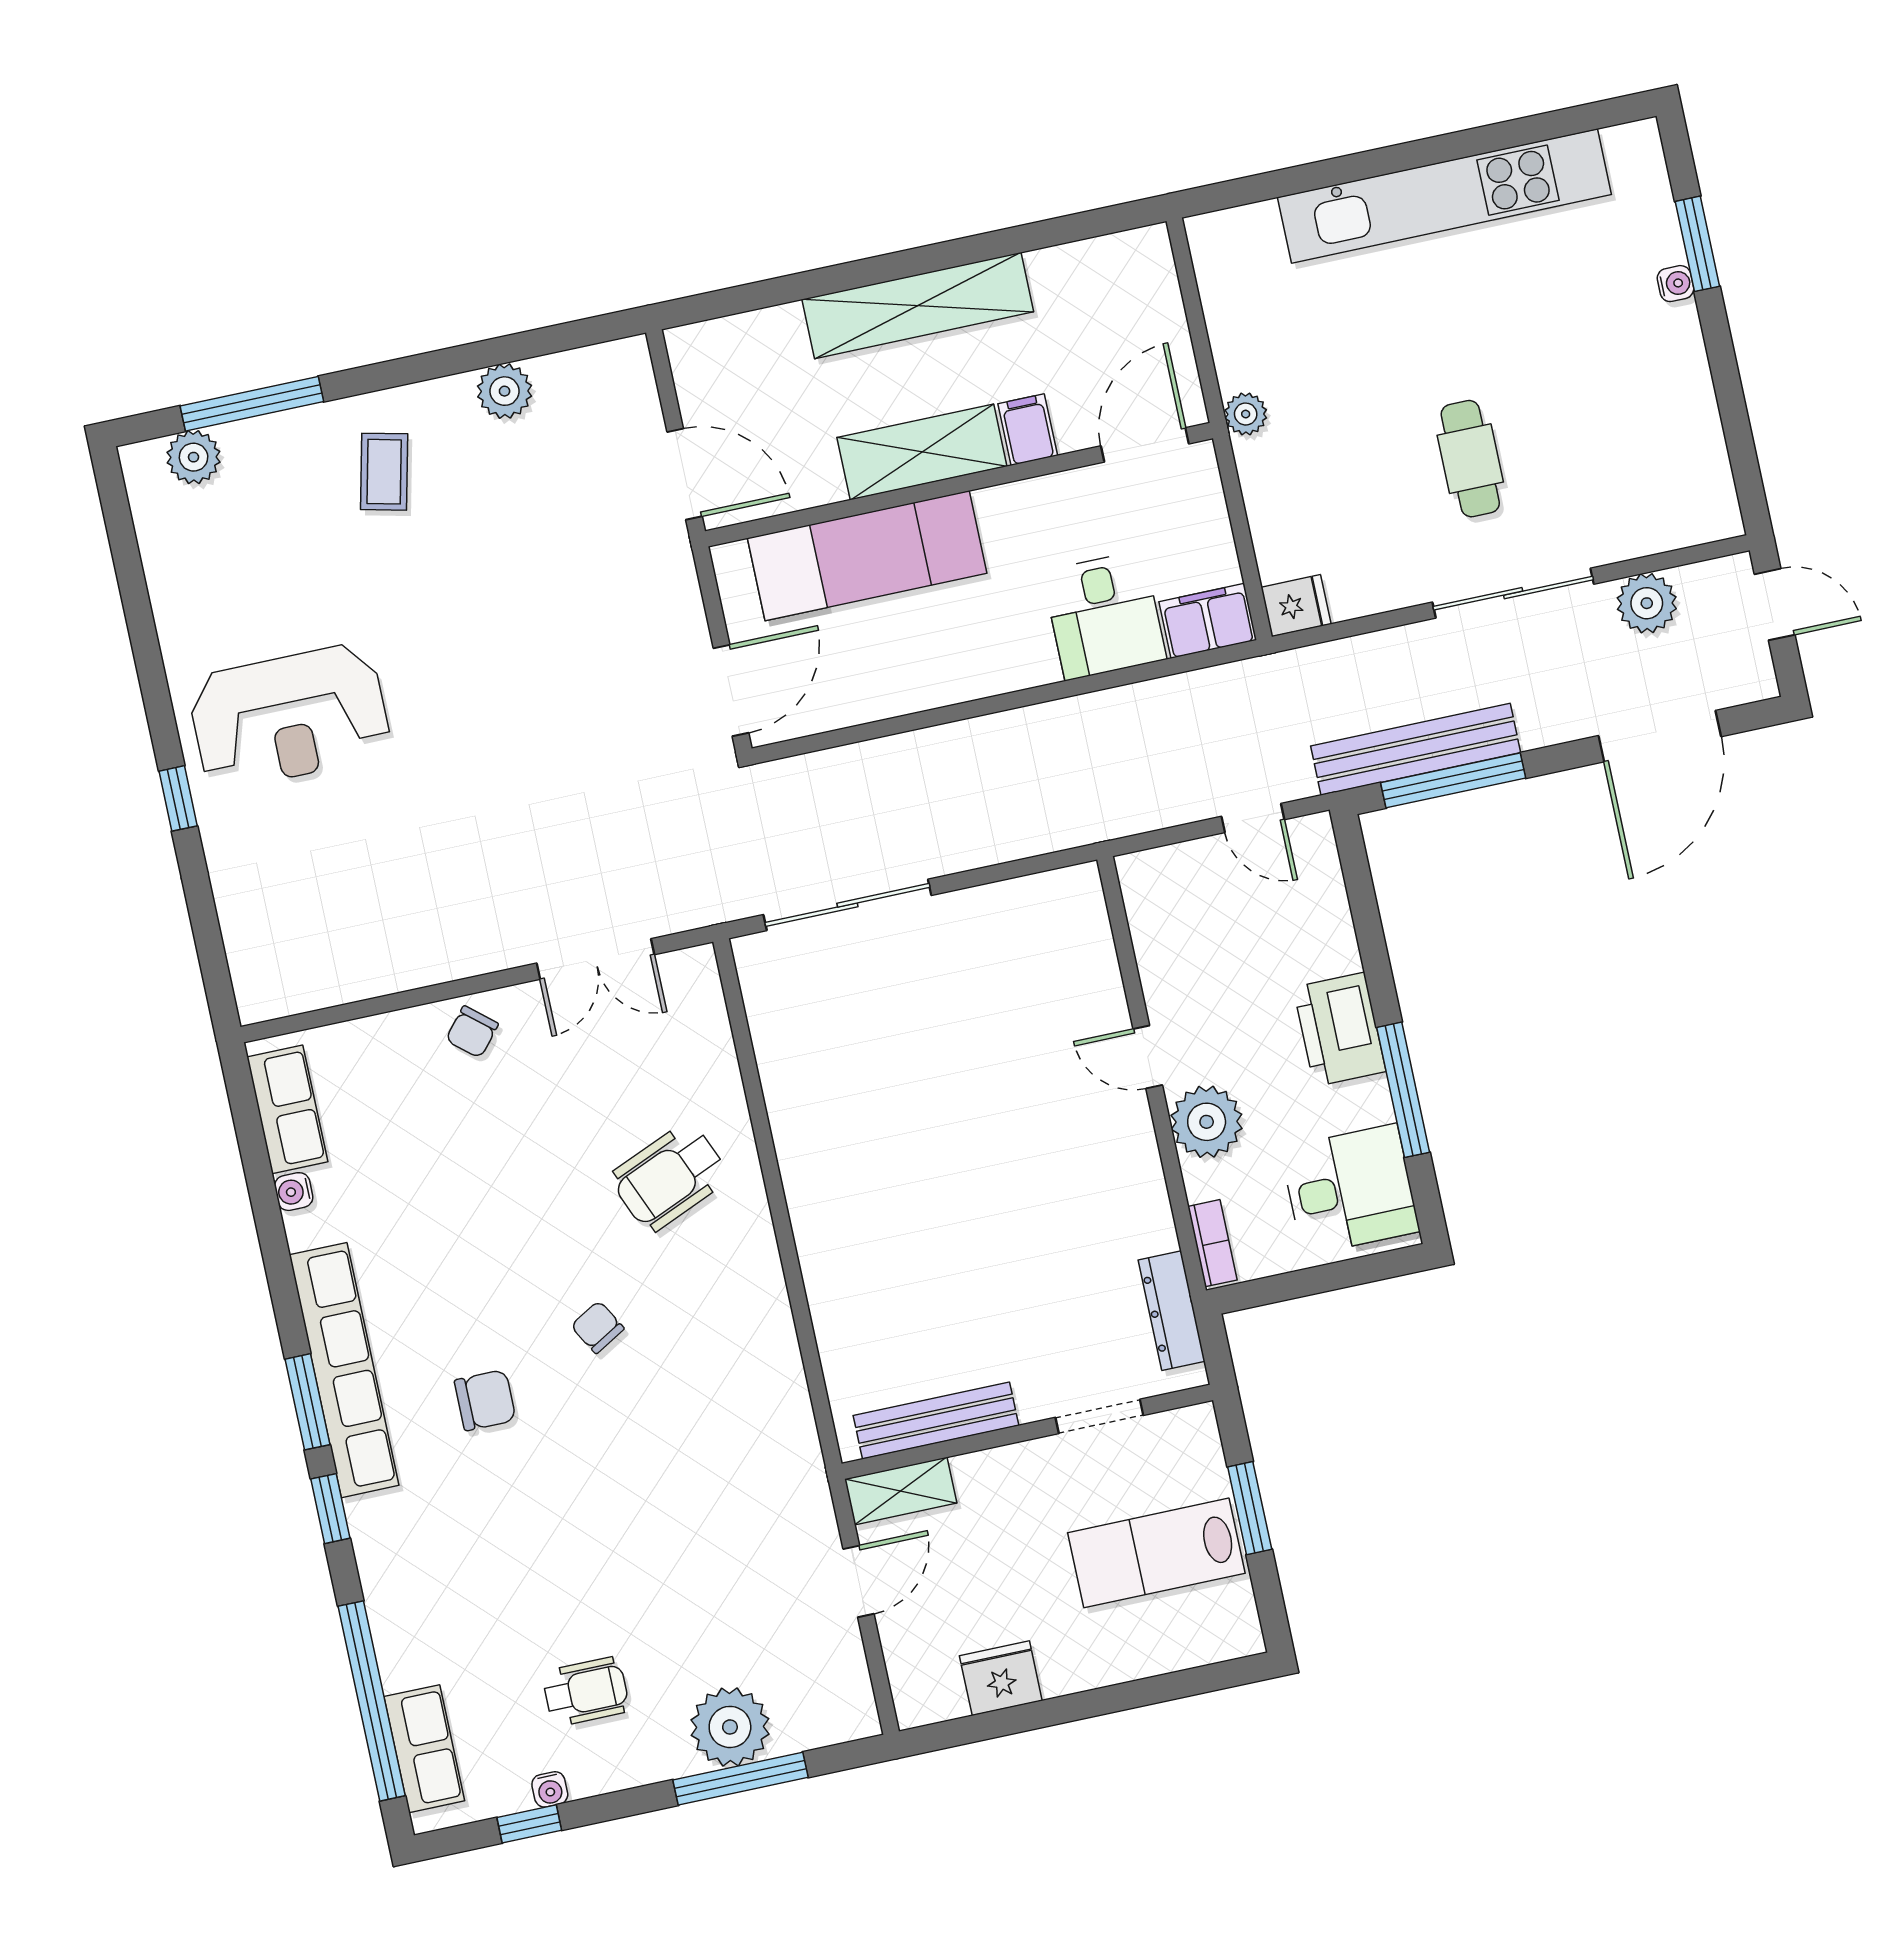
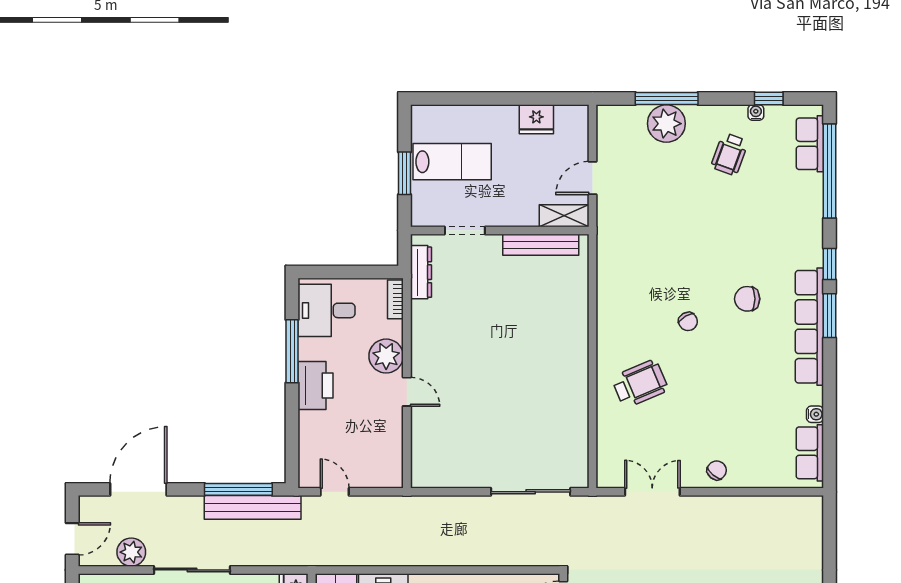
door: (1775, 604) -> (72, 539), swing flipped
wheelchair: (586, 1692) -> (730, 154), turned -70

